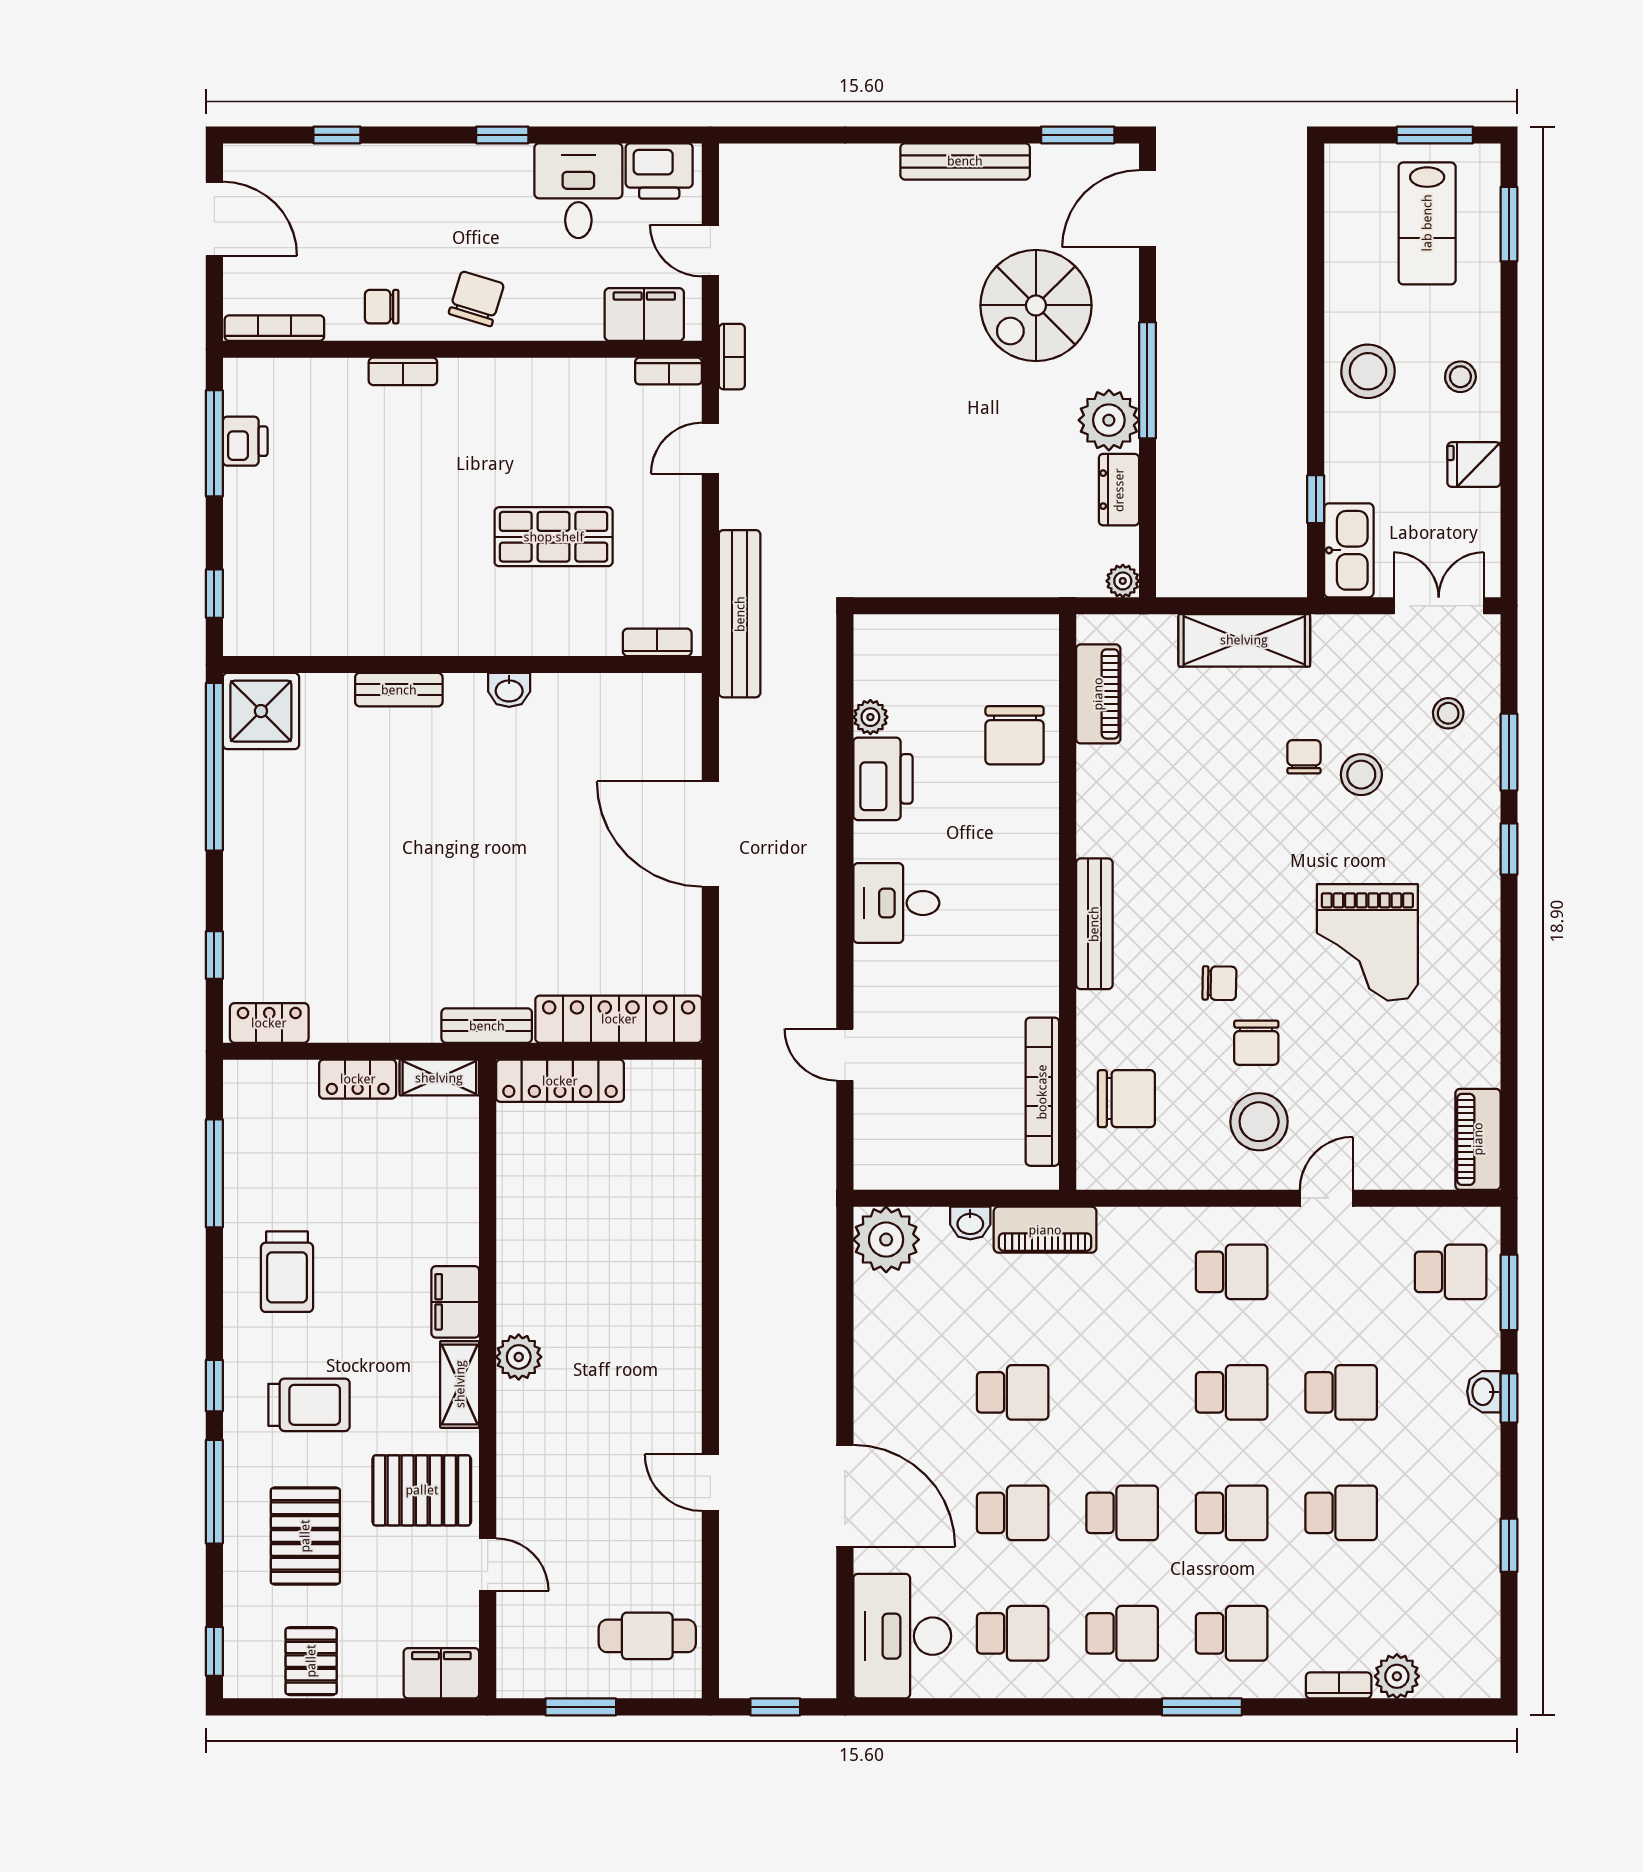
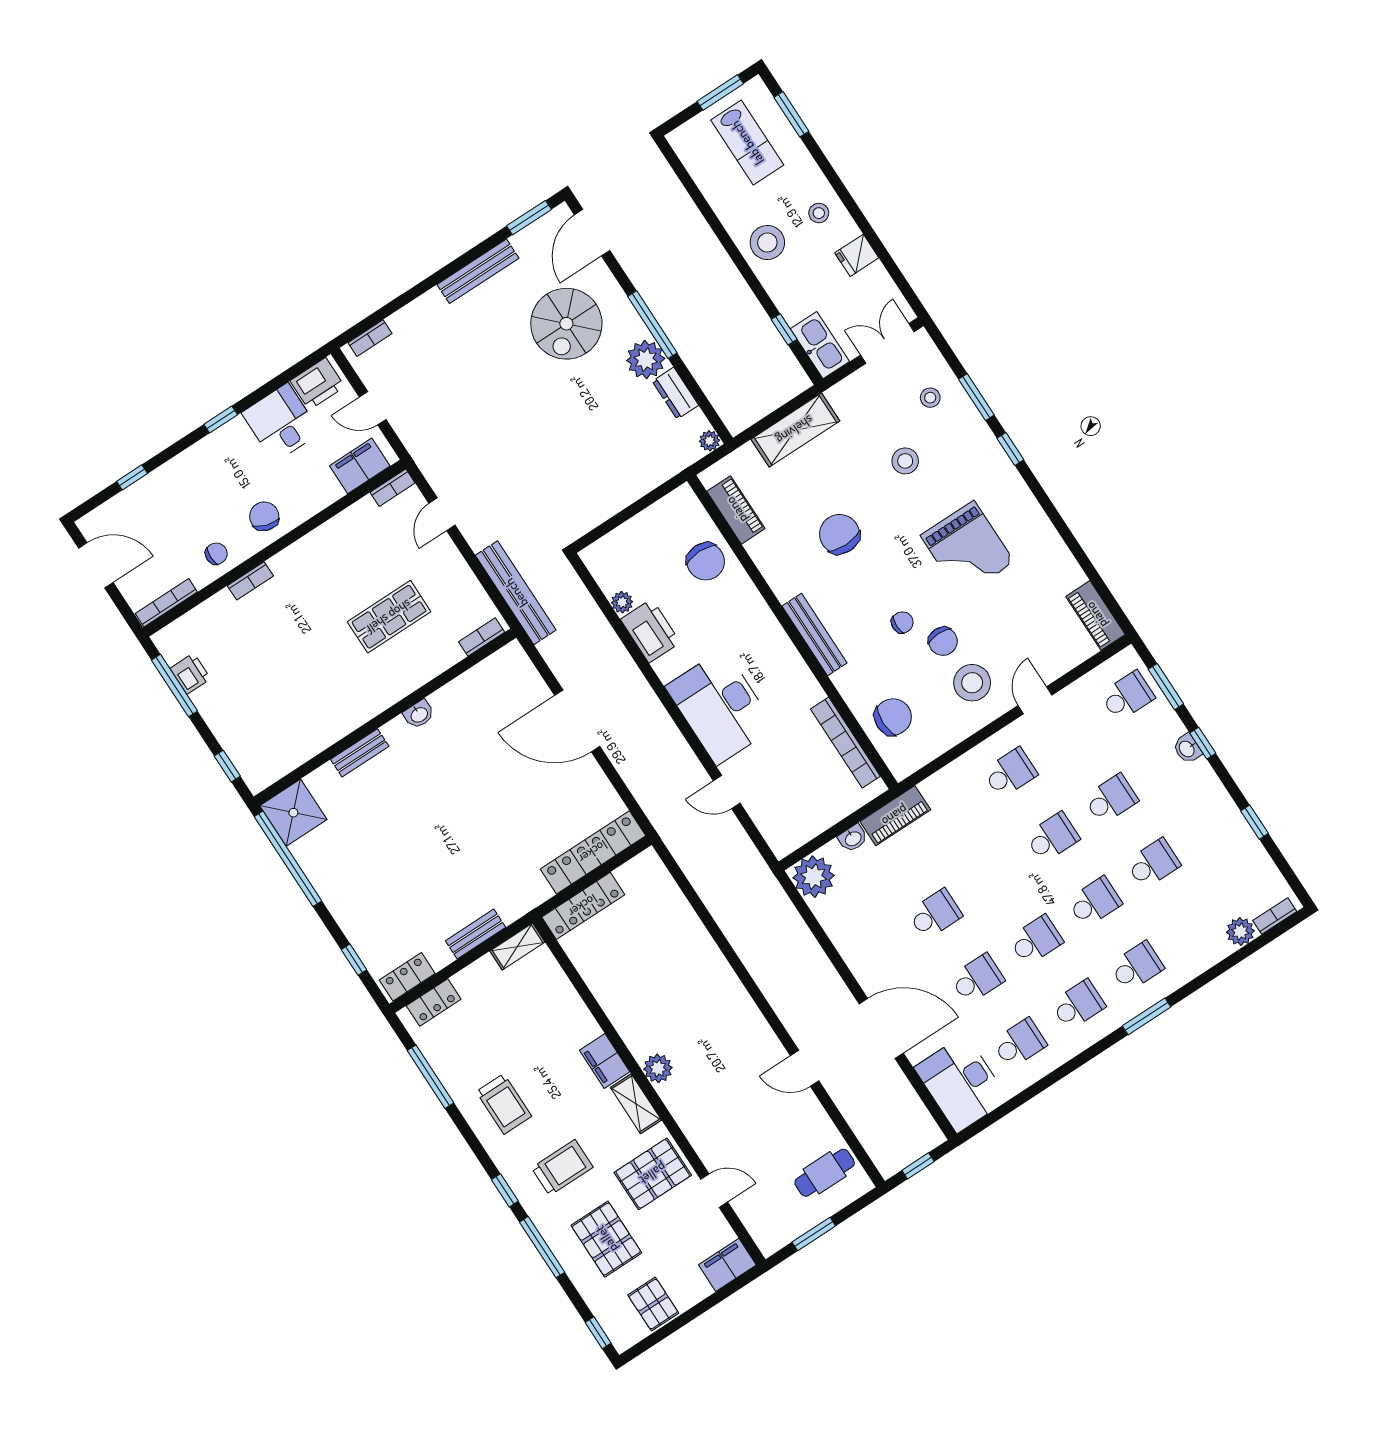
chair: (382, 307) -> (216, 554), turned 180
bookcase: (732, 357) -> (370, 338), moved, turned 90
chair: (1304, 757) -> (839, 534), moved, width x1.87, depth x1.87
desk: (896, 903) -> (720, 707), width x1.87, depth x1.30
bench: (487, 1026) -> (476, 934), moved
locker: (358, 1079) -> (434, 1002), moved
bookcase: (1339, 1685) -> (1275, 916), moved

